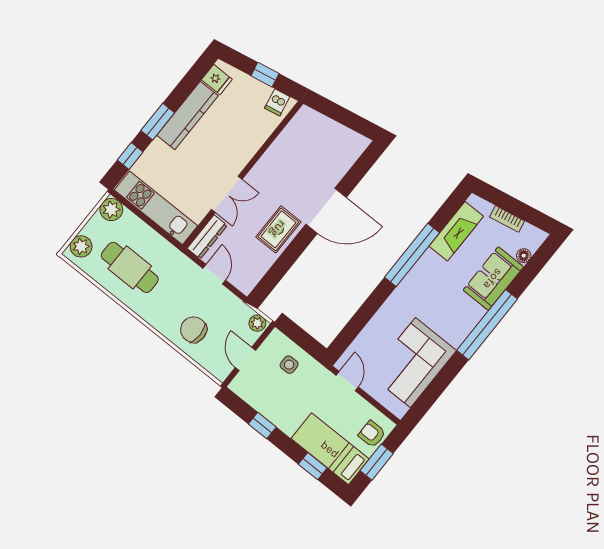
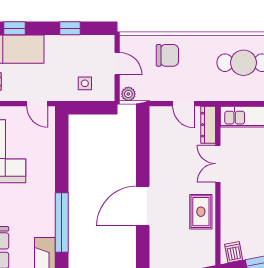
rug: (278, 229) -> (201, 212), moved

